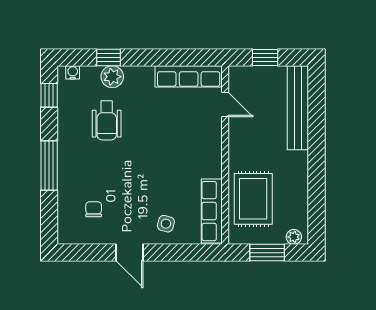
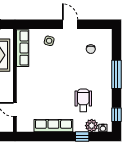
row of seats: (189, 76) -> (53, 126), moved
plant: (112, 77) -> (92, 126), moved

